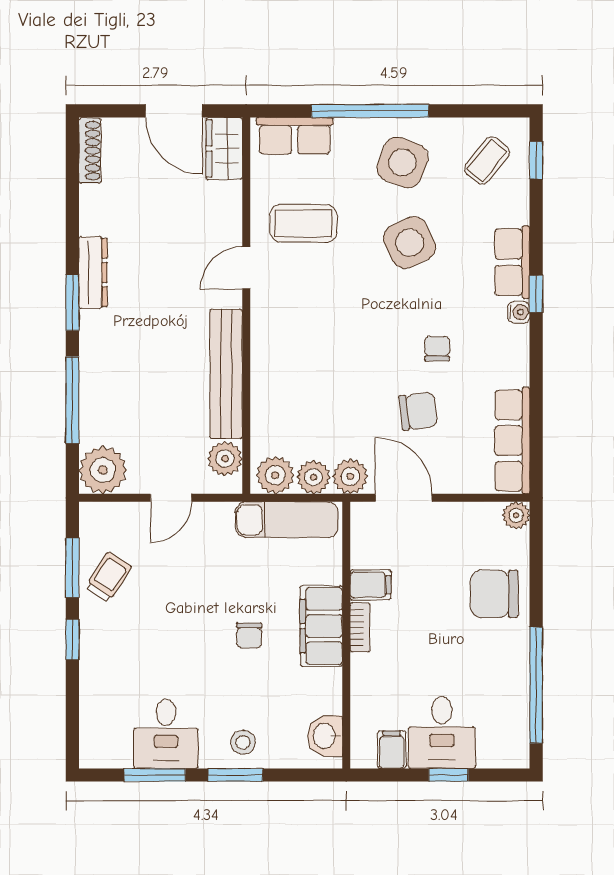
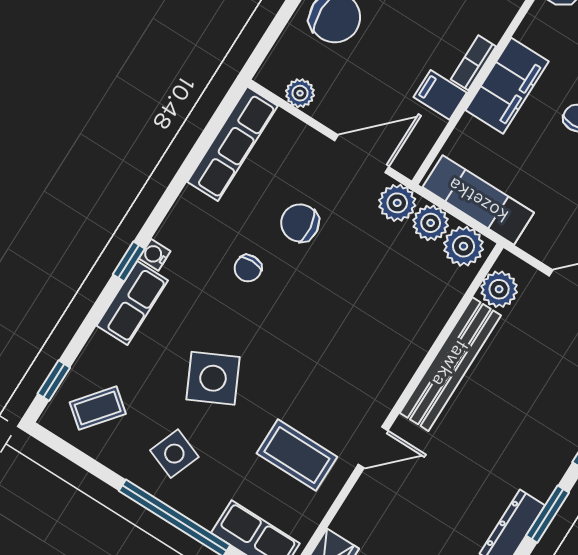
side table: (403, 163) -> (174, 454), width x0.73, depth x0.73
door: (404, 498) -> (362, 154), swing flipped
plant: (516, 515) -> (300, 93), moved

